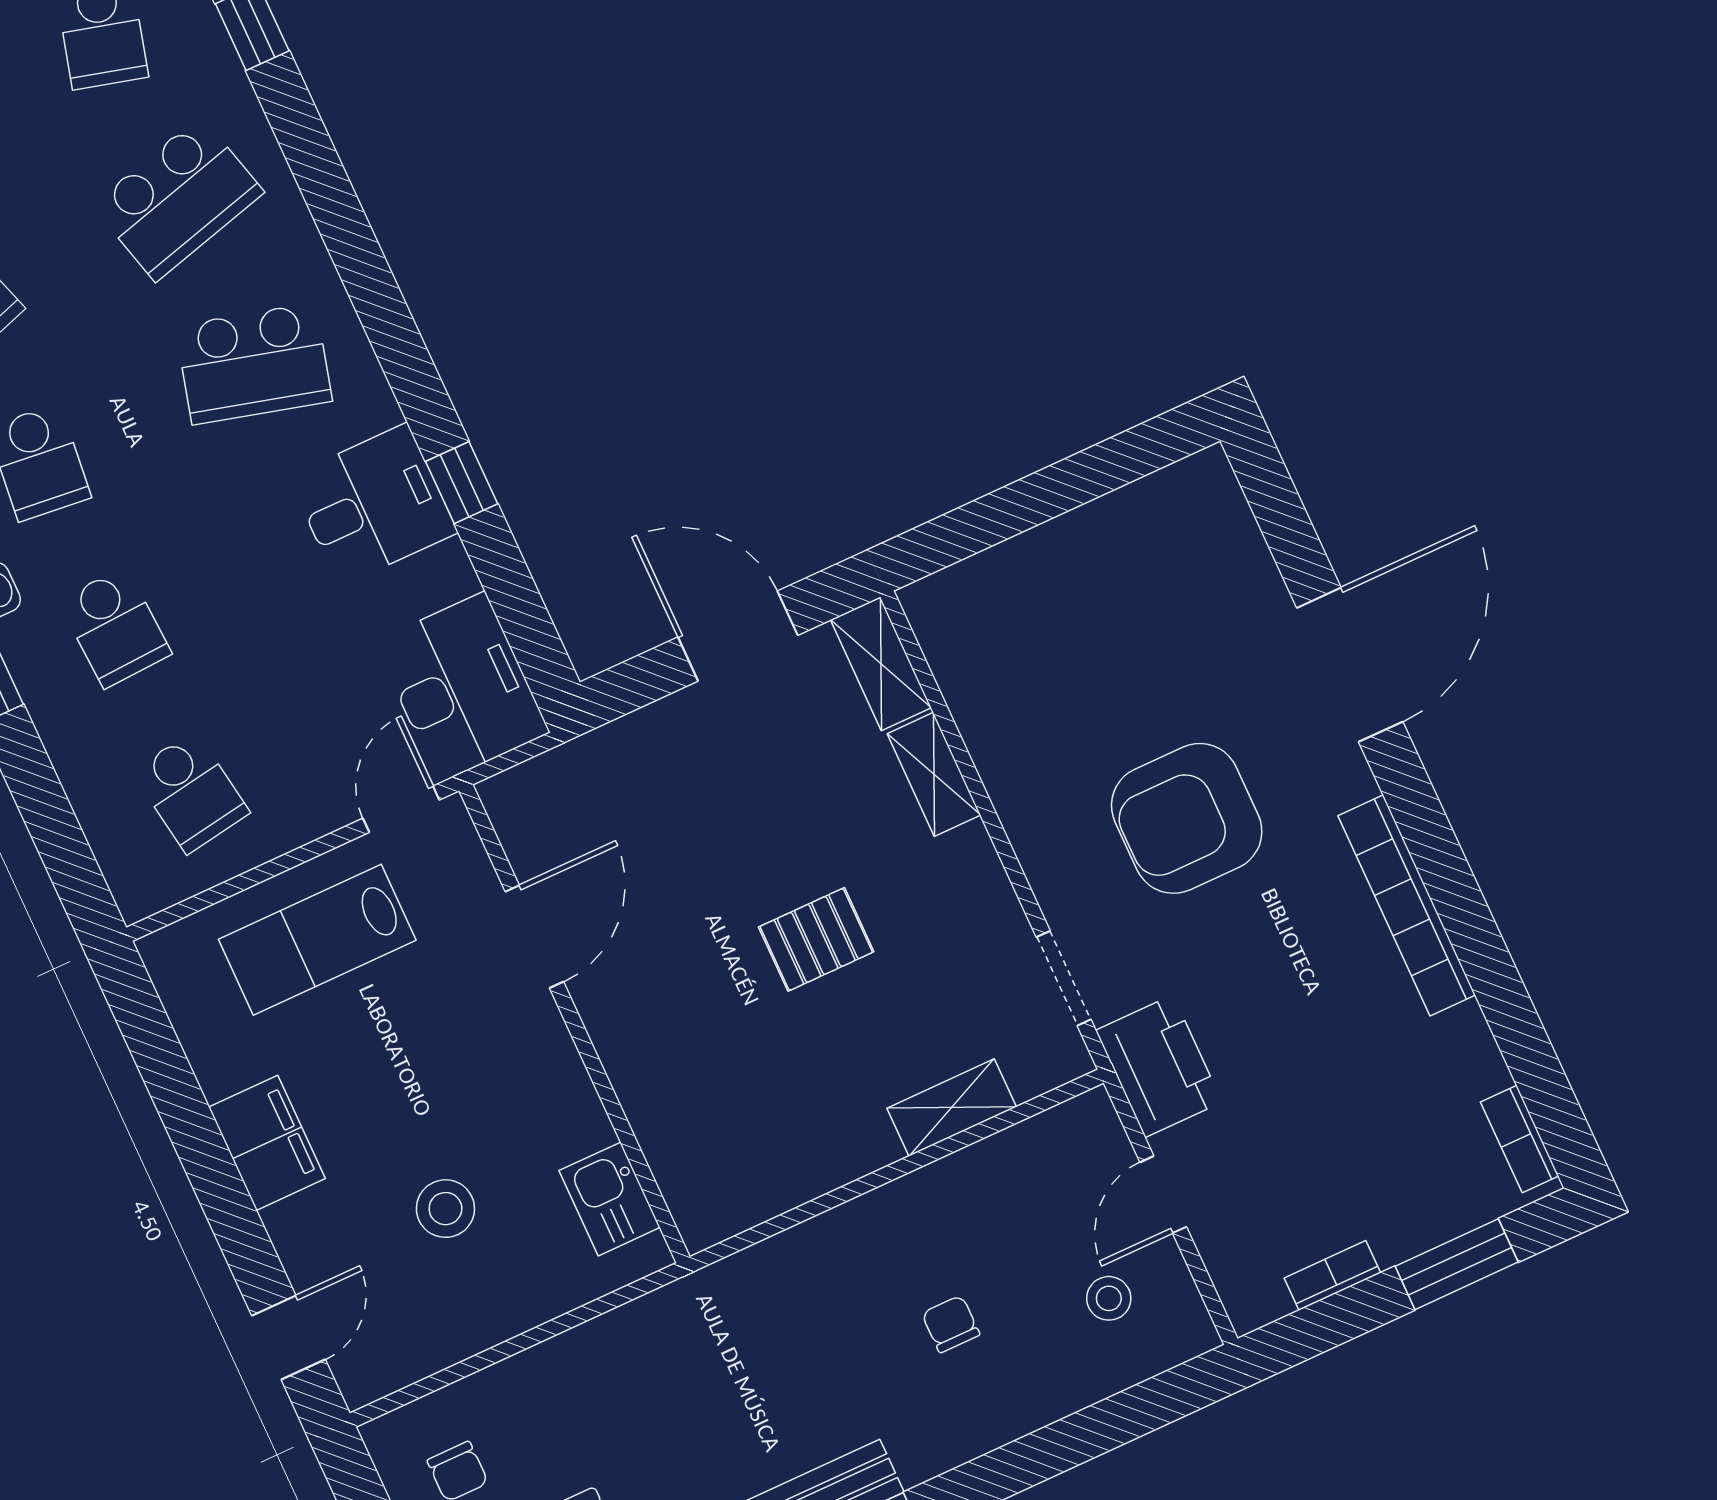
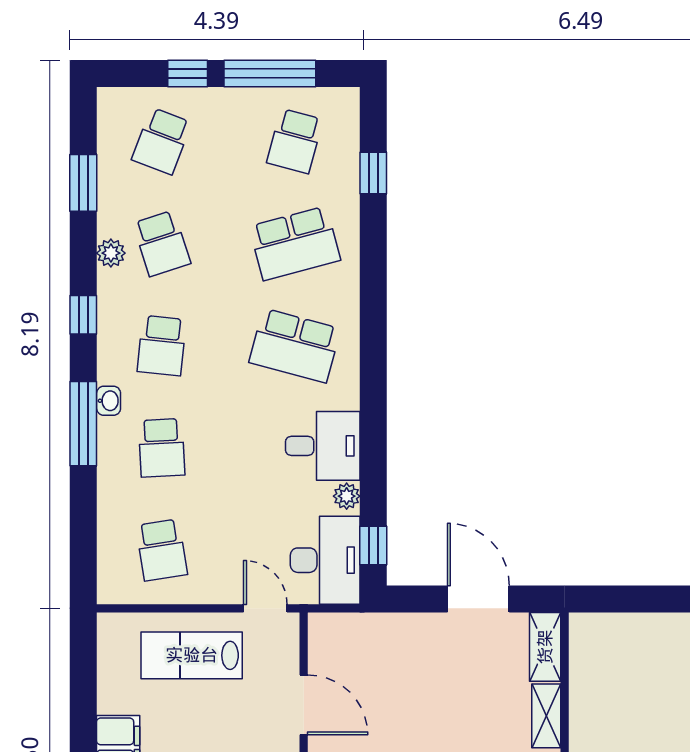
window: (462, 483) -> (373, 546), moved
plant: (449, 568) -> (347, 496), added
door: (401, 809) -> (265, 608), hinge flipped
door: (534, 937) -> (304, 705), hinge flipped

